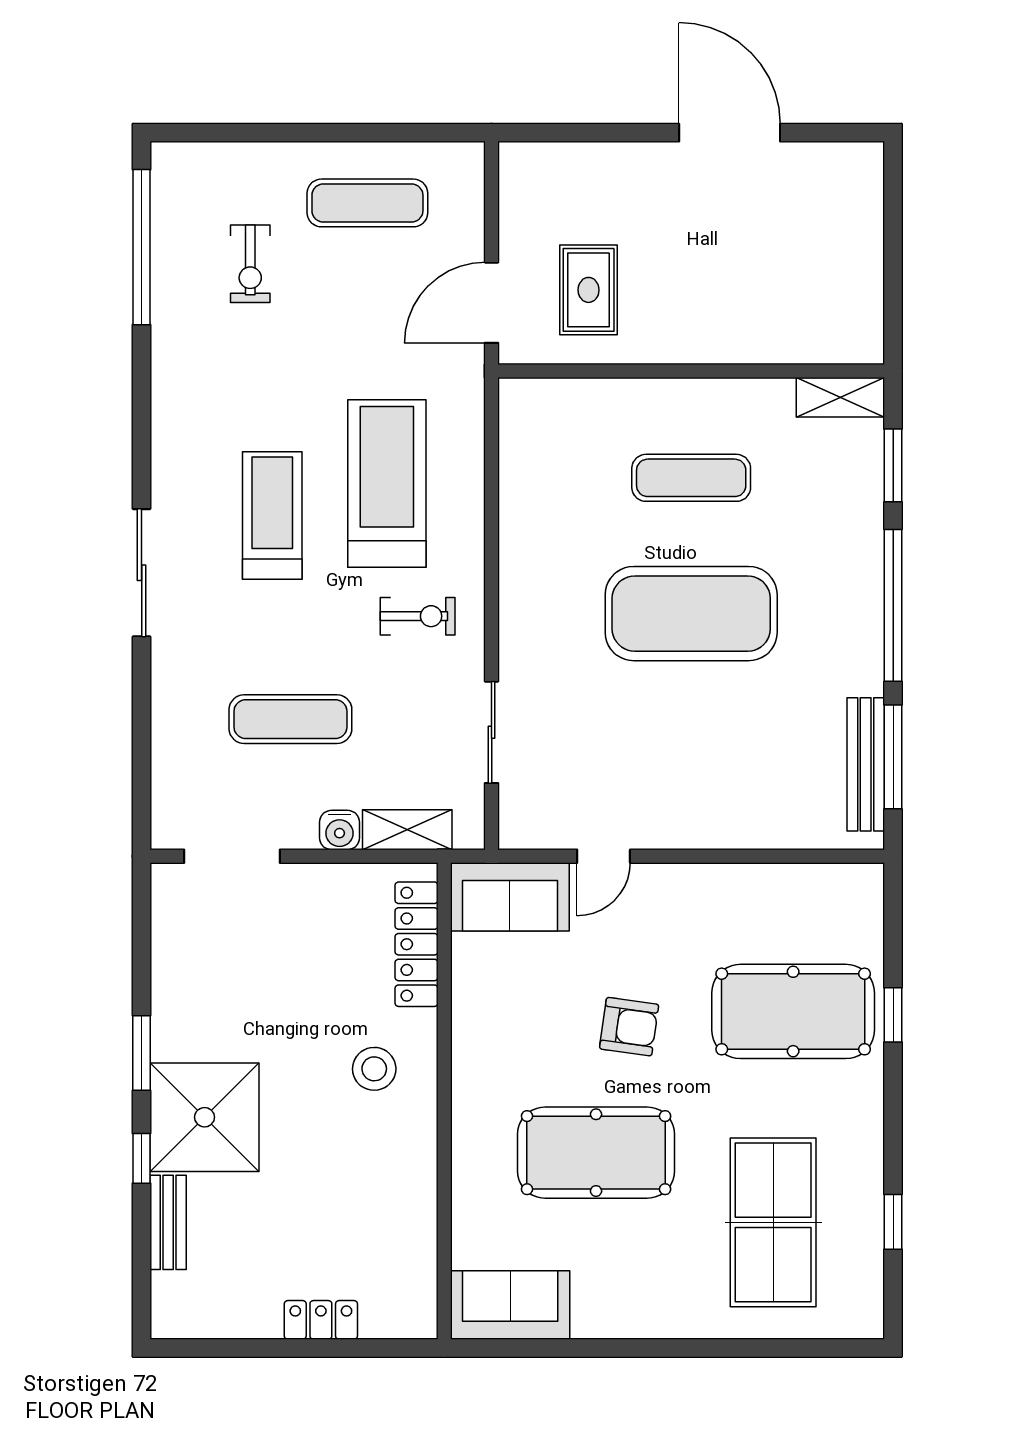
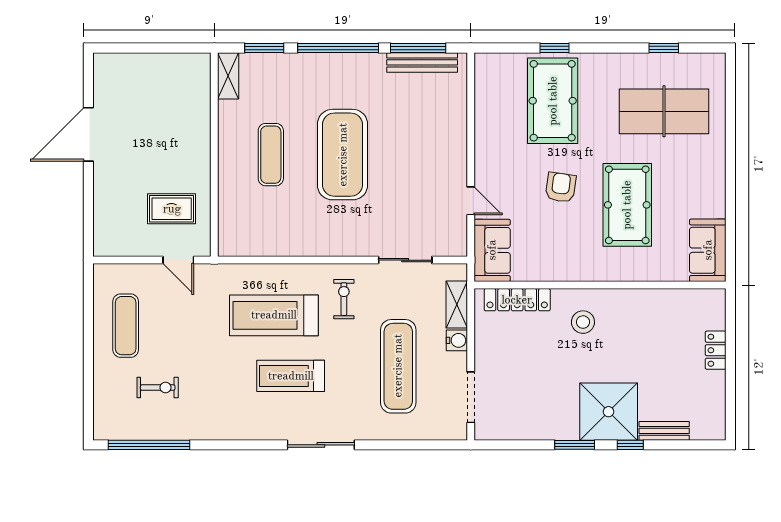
door: (492, 303) -> (178, 260), width x0.73
exercise mat: (290, 719) -> (398, 366), width x1.36, depth x1.45

